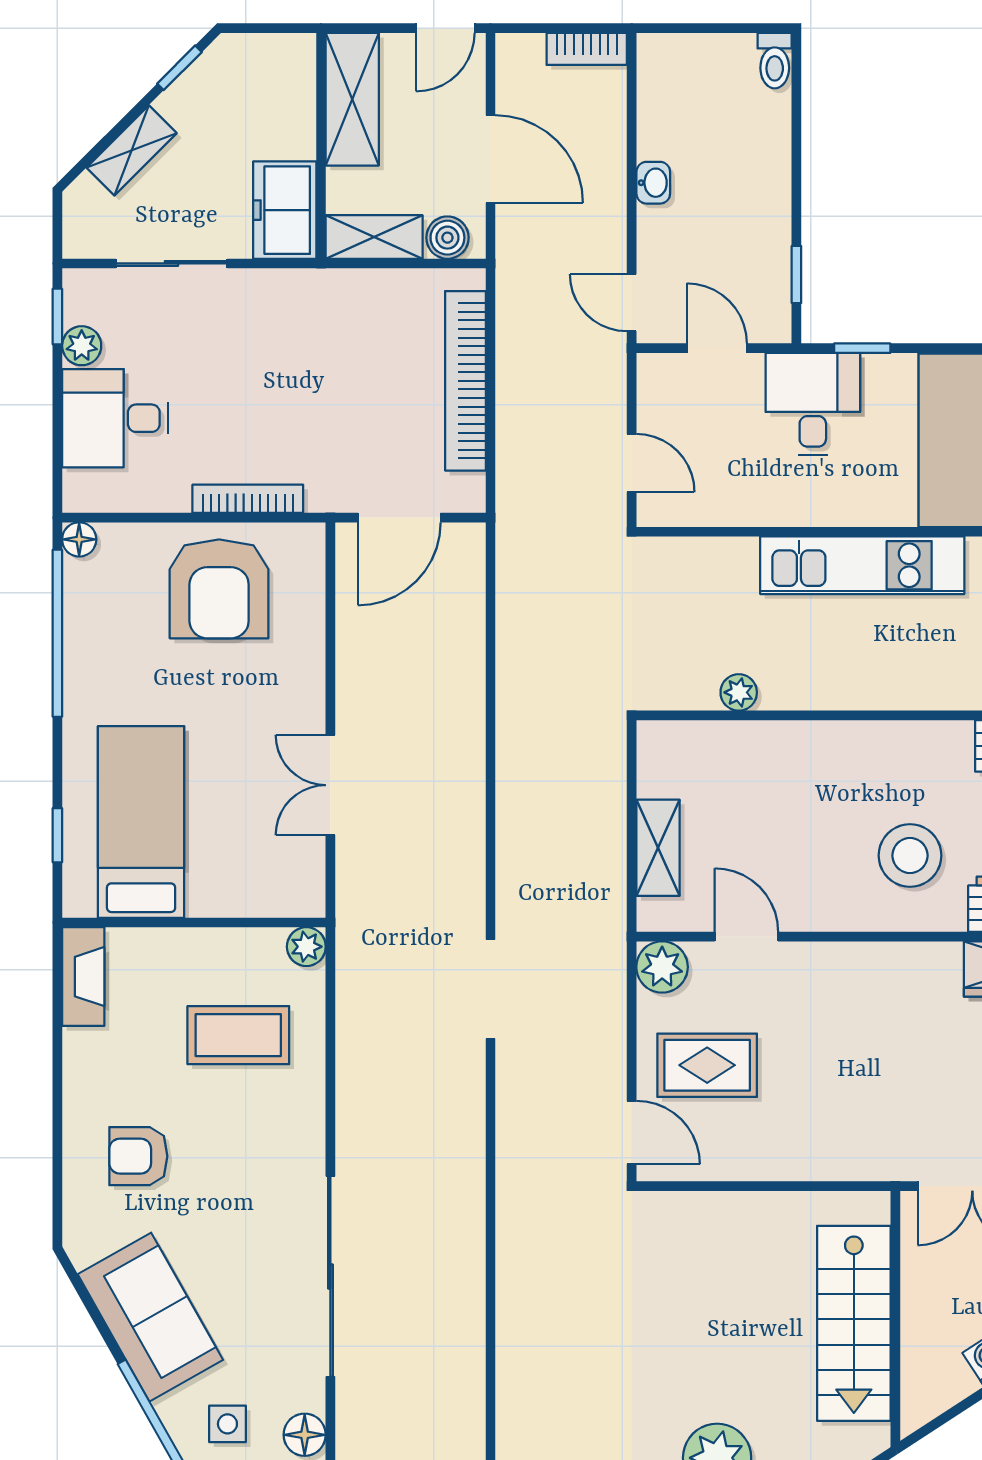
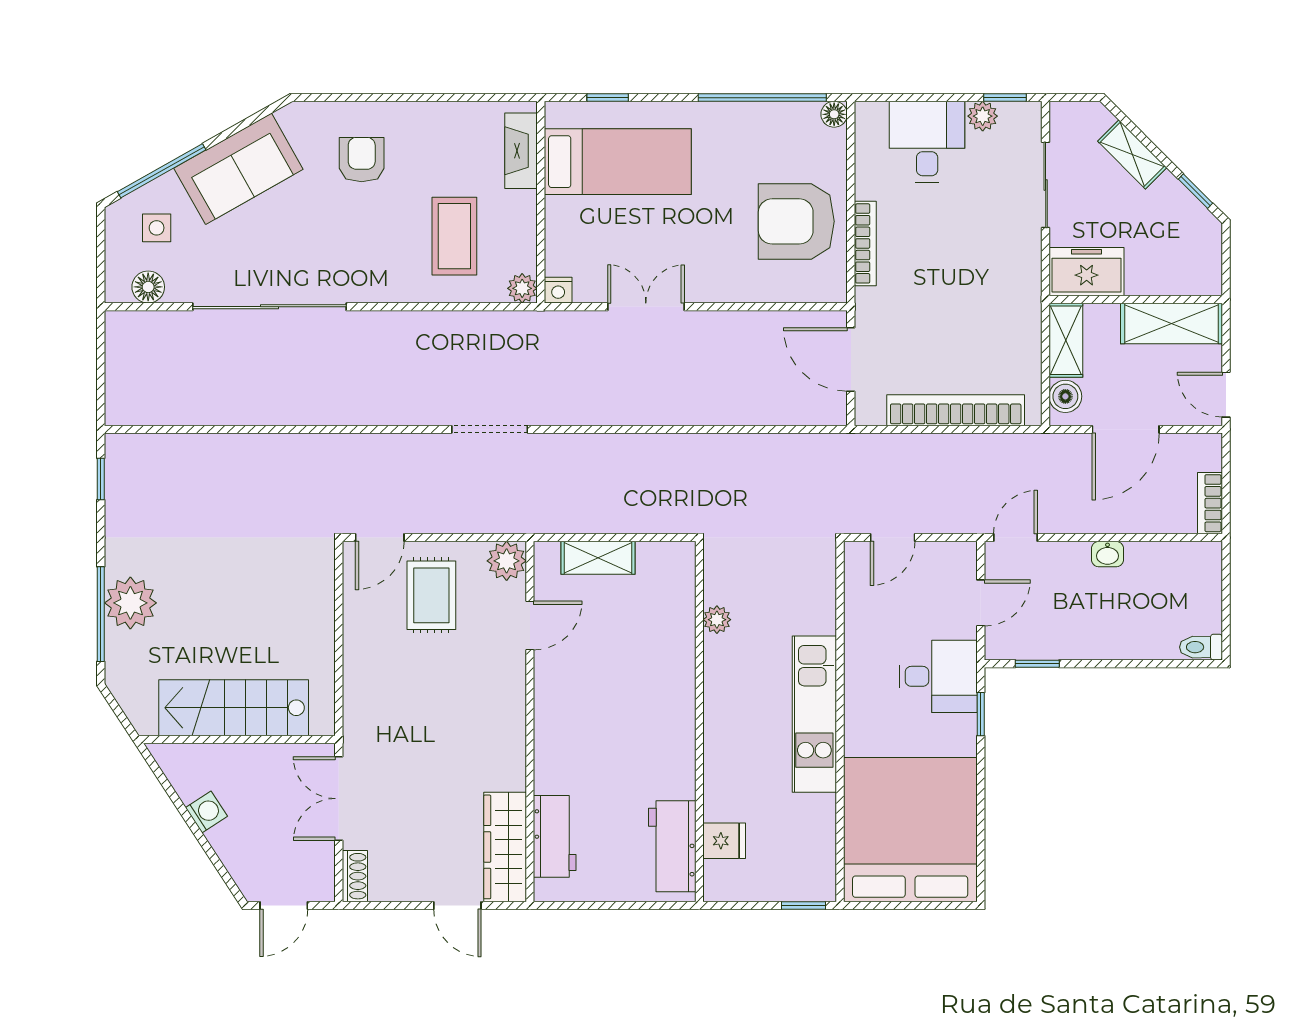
stool: (910, 856) -> (592, 751), removed
nightstand: (309, 900) -> (558, 290), added
fireplace: (83, 977) -> (521, 151), moved, turned 90

